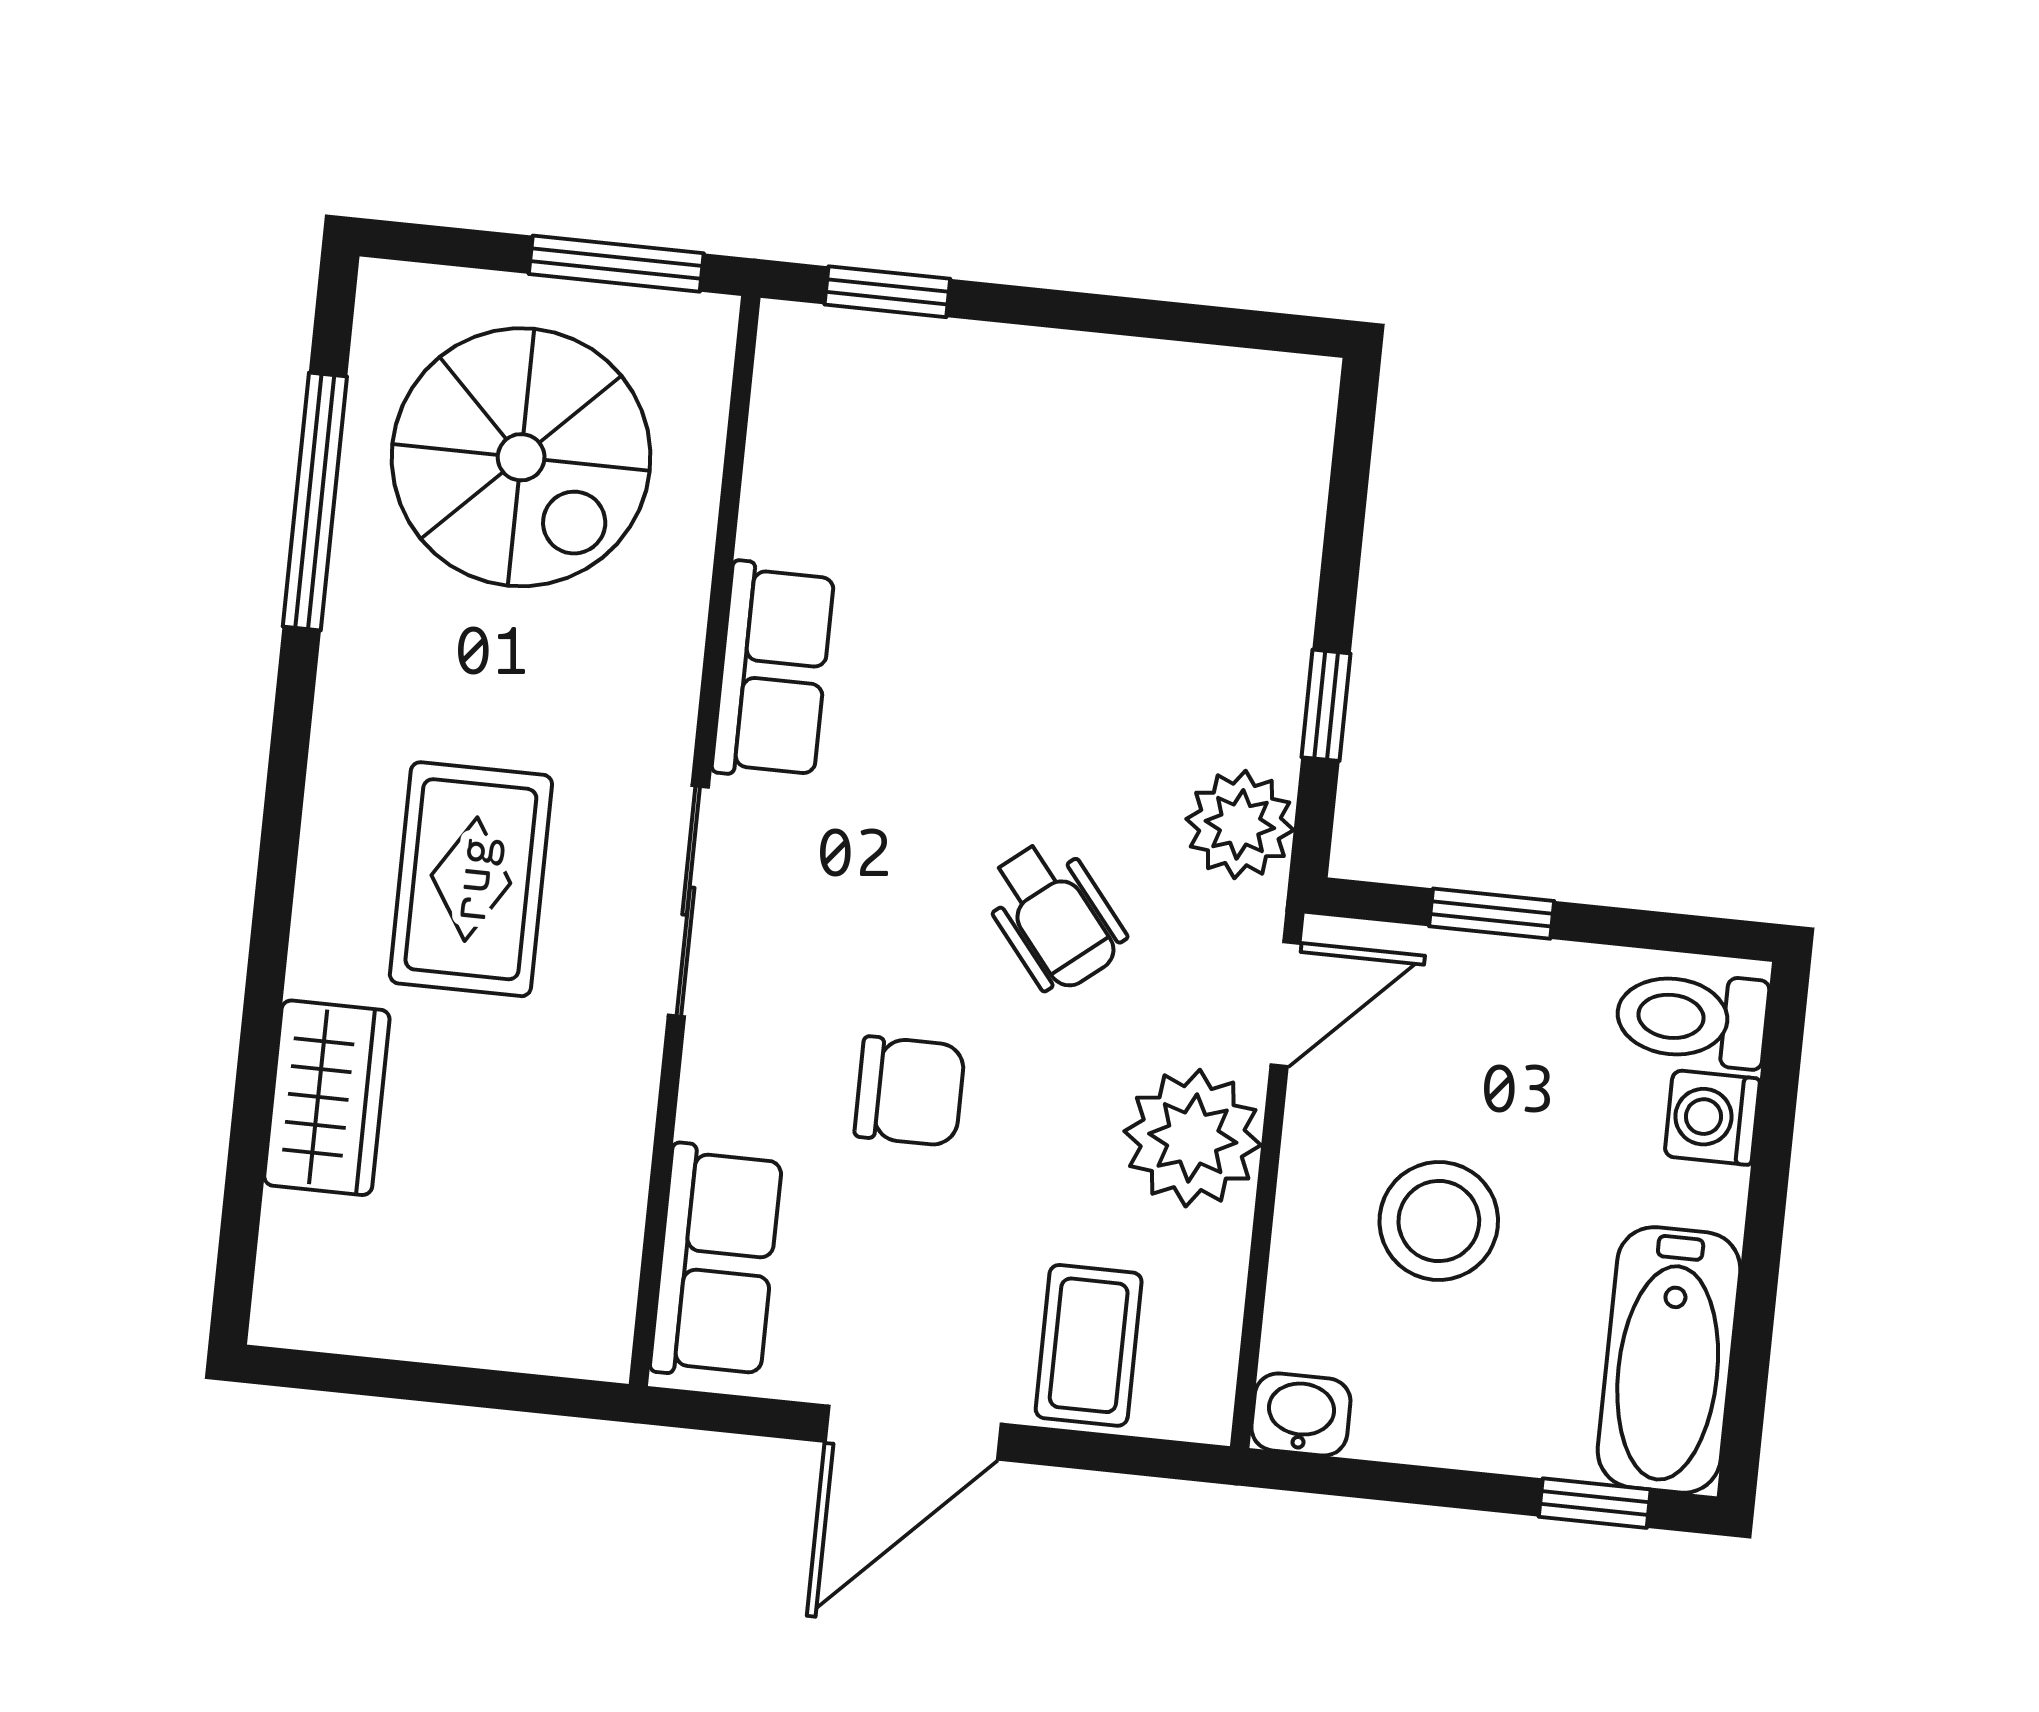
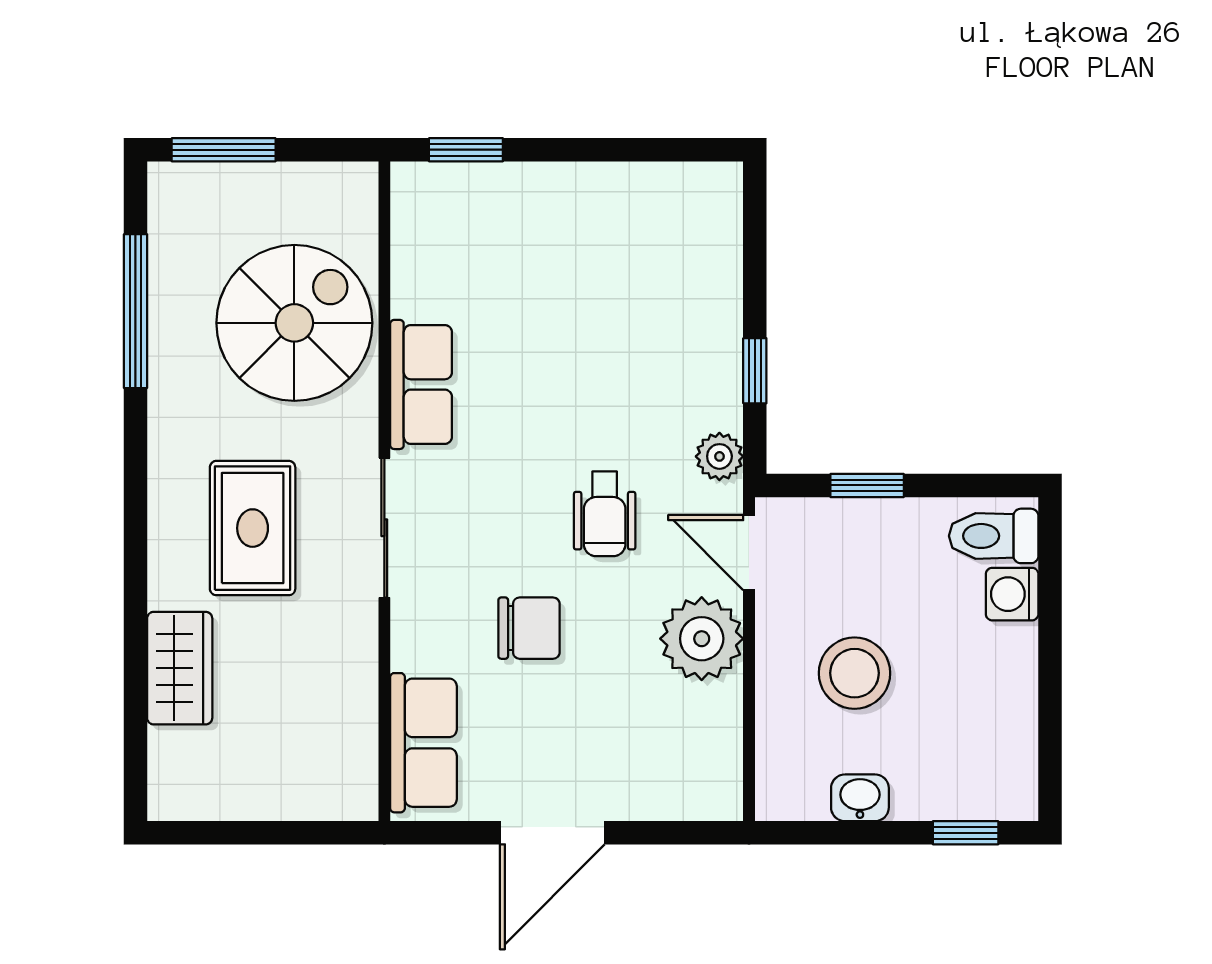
window: (616, 264) -> (224, 150), moved
spiral stairs: (521, 457) -> (294, 323), moved, turned -90
plant: (1240, 824) -> (719, 456), width x0.73, depth x0.73
wheelchair: (1054, 916) -> (605, 514), turned 39
door: (1285, 1004) -> (749, 553), swing flipped
coffee table: (1089, 1345) -> (652, 769), removed
bathtub: (1669, 1360) -> (1001, 742), removed
washbasin: (1301, 1414) -> (860, 798), moved

